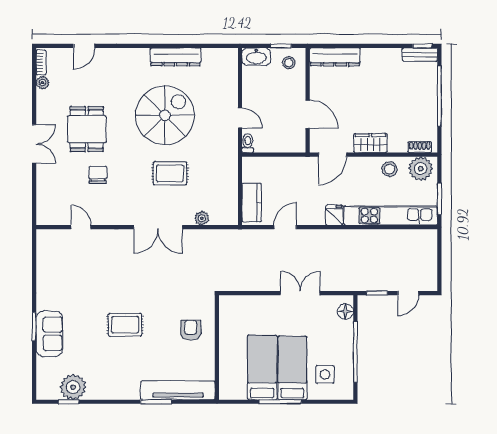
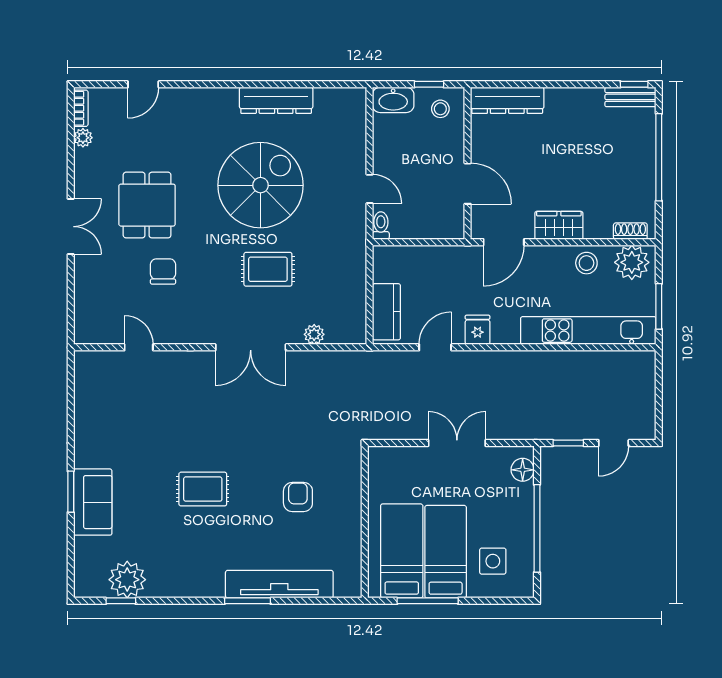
fridge: (334, 215) -> (478, 330), moved
wall: (217, 347) -> (365, 522), moved

